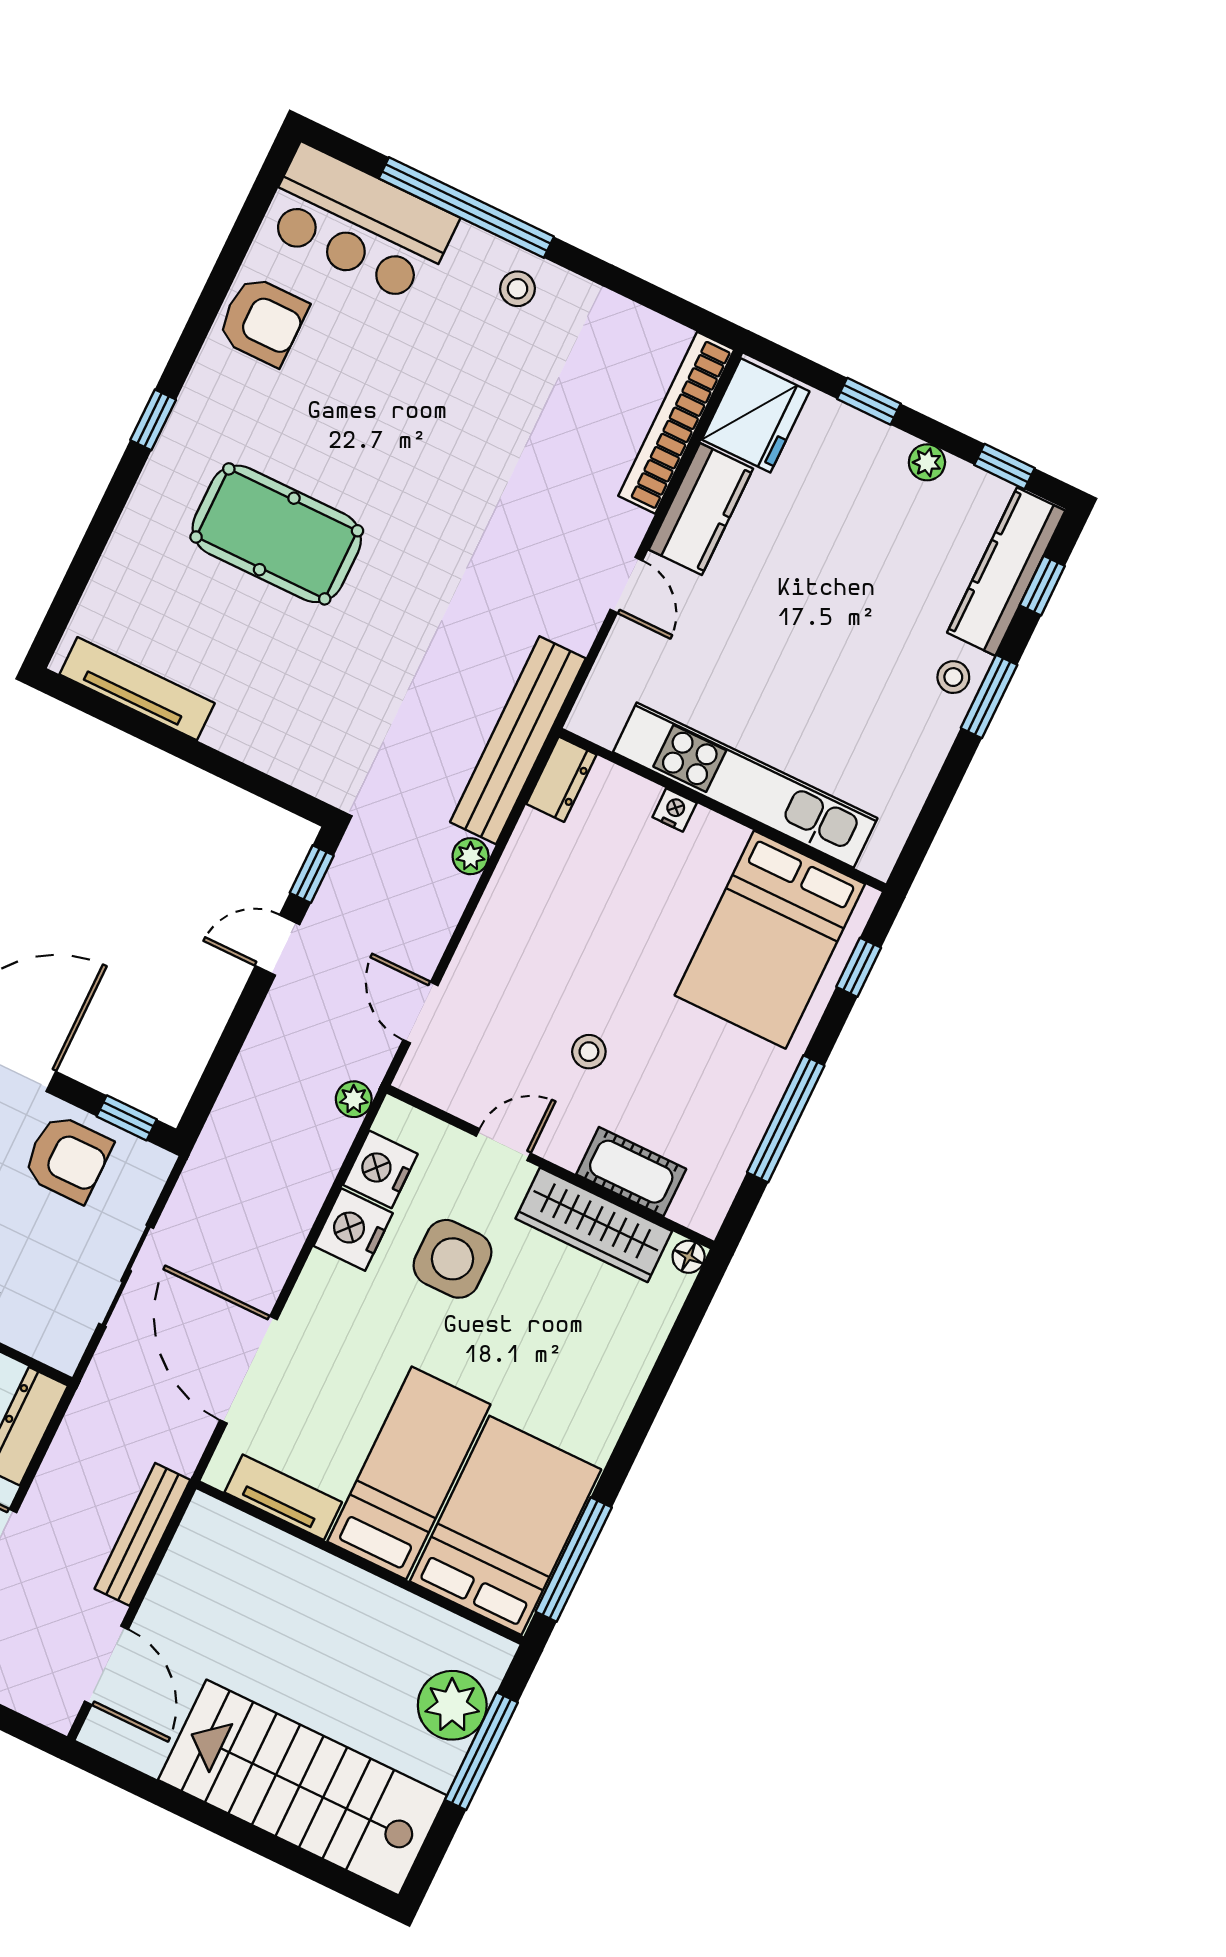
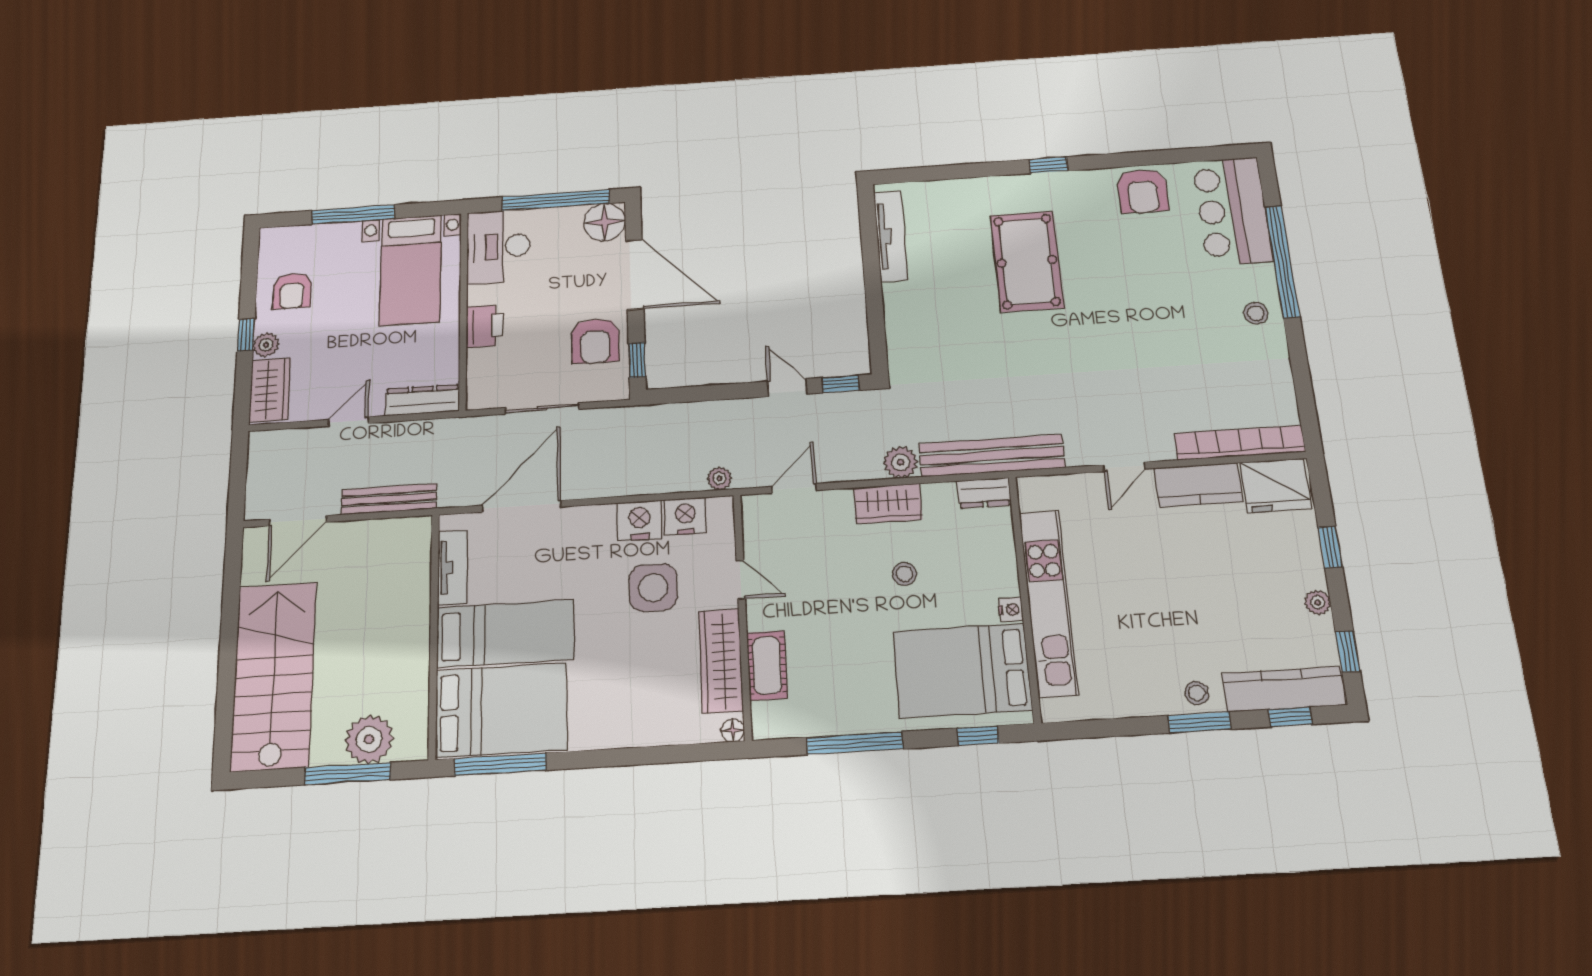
nightstand: (675, 810) -> (1011, 610), moved
plant: (471, 856) -> (900, 462), width x1.38, depth x1.38
wardrobe: (507, 907) -> (888, 504), added
stool: (589, 1052) -> (905, 574), moved

